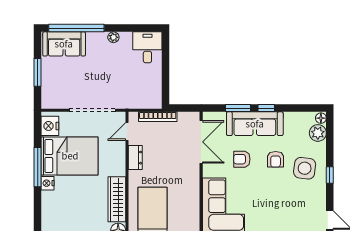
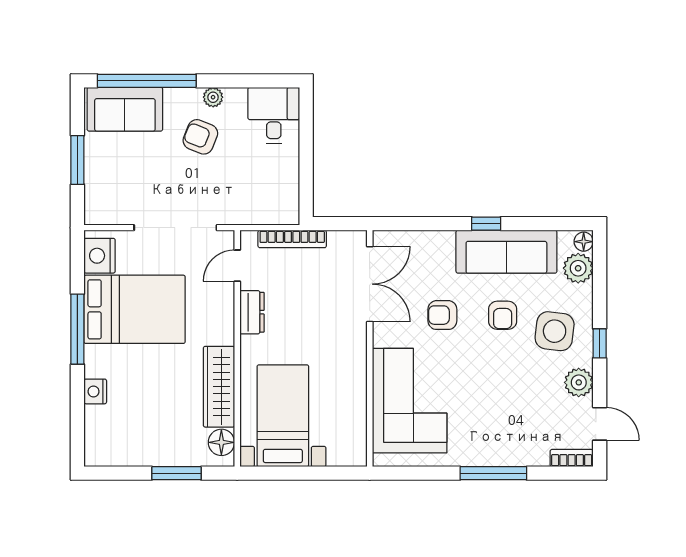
armchair: (106, 59) -> (200, 137), added
window: (238, 108) -> (435, 224), removed
sofa: (255, 124) -> (506, 252), moved
nightstand: (48, 183) -> (95, 391), moved
plant: (318, 197) -> (579, 382), added

